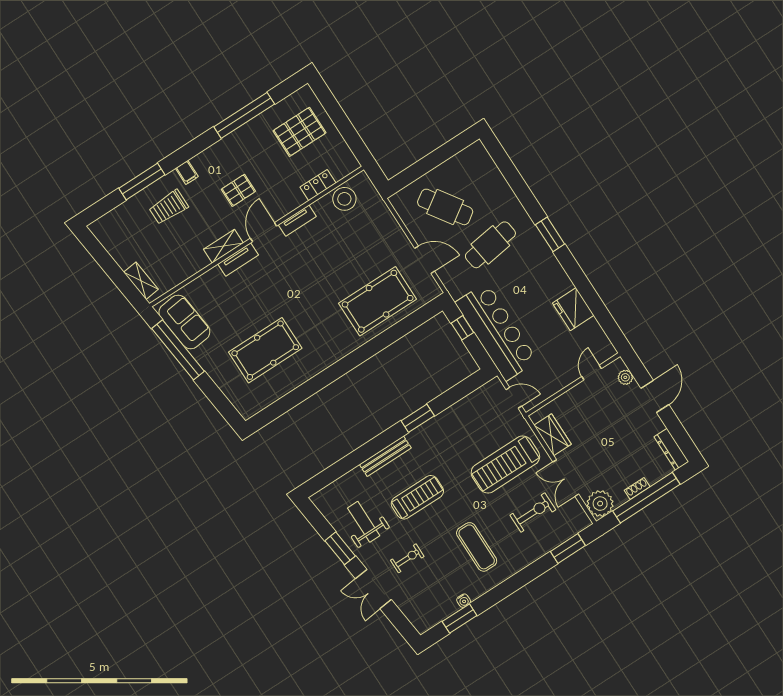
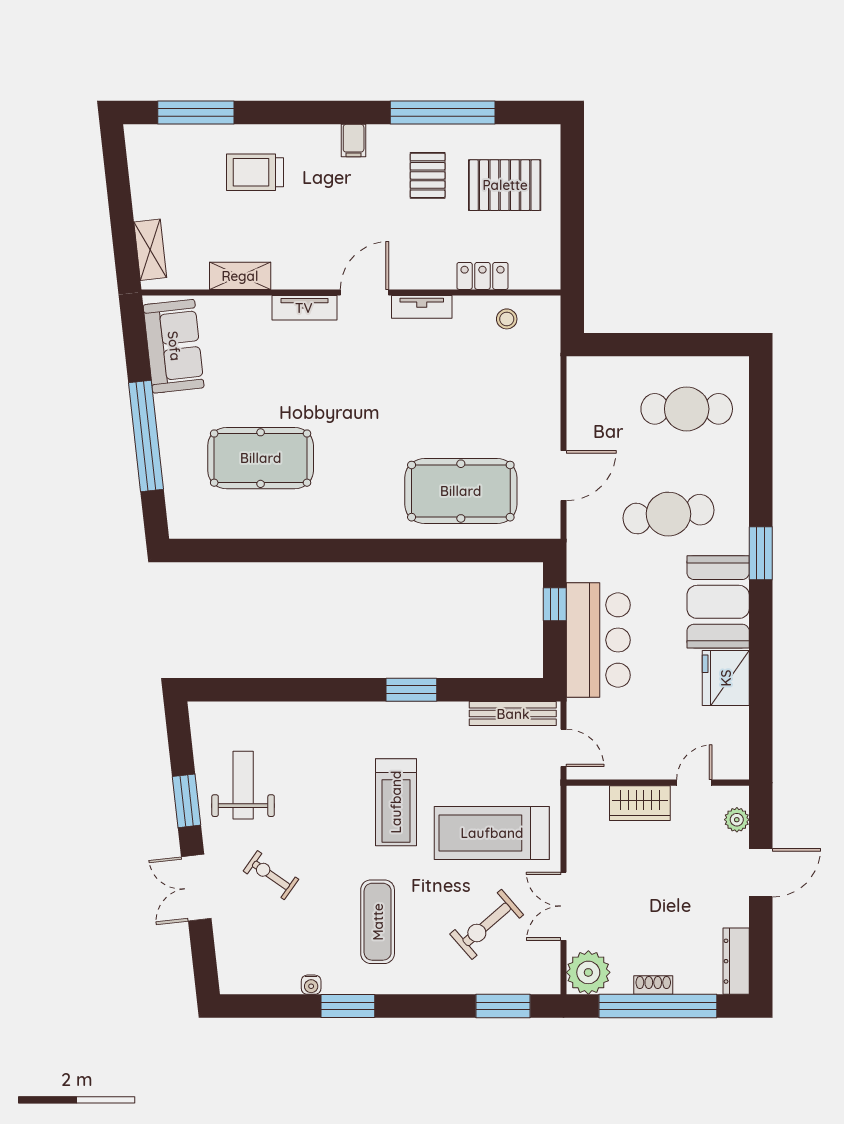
filing cabinet: (187, 172) -> (354, 140), moved
window: (142, 181) -> (196, 113), moved
pallet: (238, 190) -> (428, 175), moved, turned 90
stool: (344, 199) -> (507, 319), width x0.53, depth x0.53
cafe table: (445, 207) -> (687, 409), moved, turned -56
shelving: (223, 246) -> (240, 276), moved
door: (425, 260) -> (563, 476), hinge flipped
booth: (544, 273) -> (718, 602), added
bar counter: (496, 332) -> (598, 640), width x0.73
window: (178, 350) -> (146, 436), moved
wardrobe: (553, 435) -> (640, 803), moved, turned 90
bench: (385, 456) -> (513, 714), moved
treadmill: (417, 497) -> (396, 802), moved, turned 90
exercise bike: (533, 512) -> (487, 924), turned 139
exercise bike: (407, 558) -> (271, 875), turned -145
window: (460, 619) -> (348, 1006), moved

